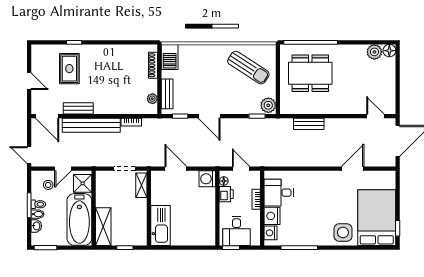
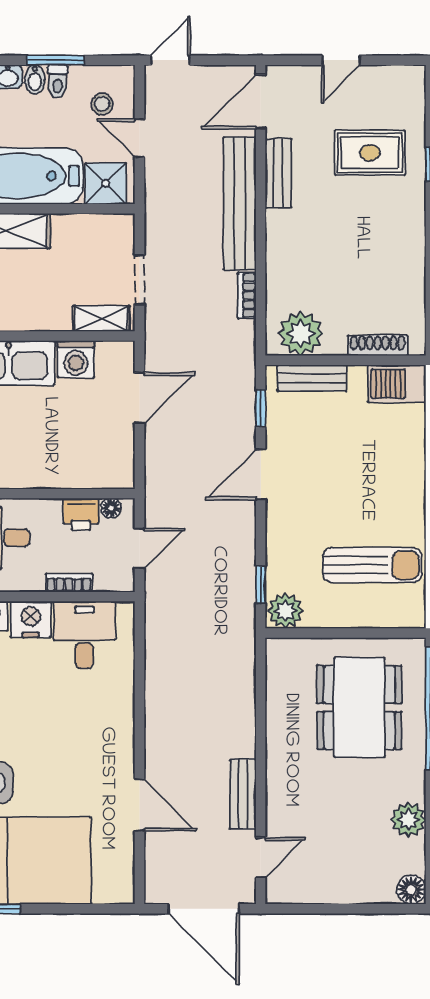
plant: (374, 52) -> (408, 820), moved
sun lounger: (248, 68) -> (372, 565), turned -123
plant: (152, 99) -> (301, 333), width x1.88, depth x1.88
bench: (309, 124) -> (243, 794), moved
washing machine: (207, 179) -> (76, 359), moved, turned 180

